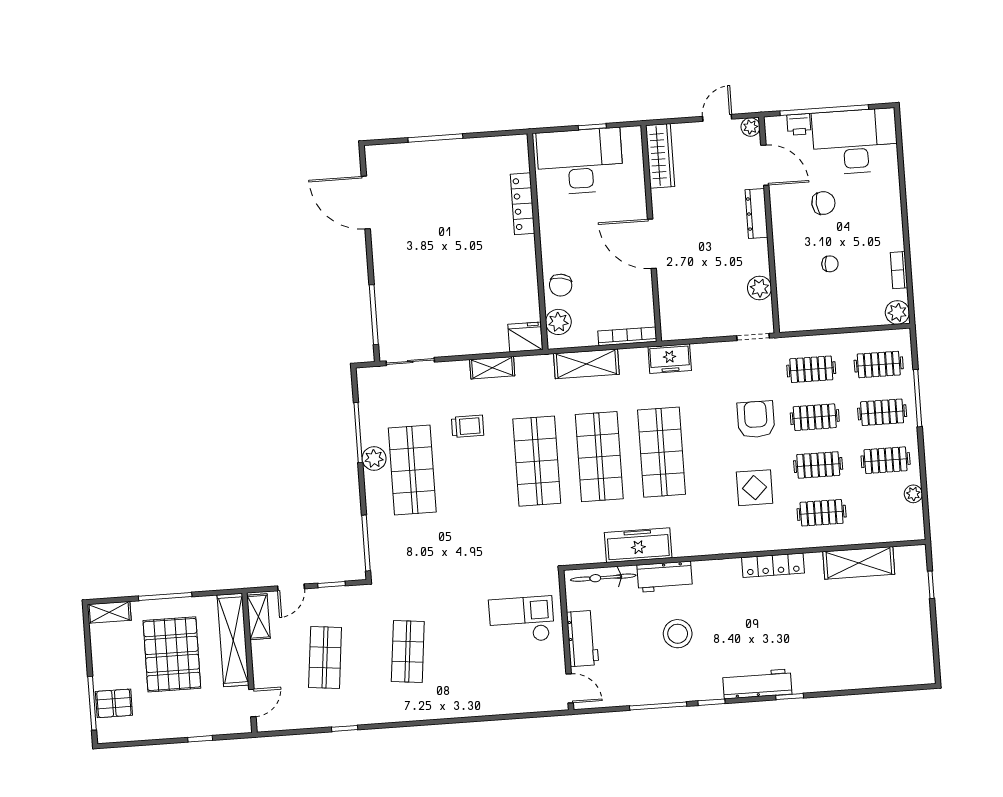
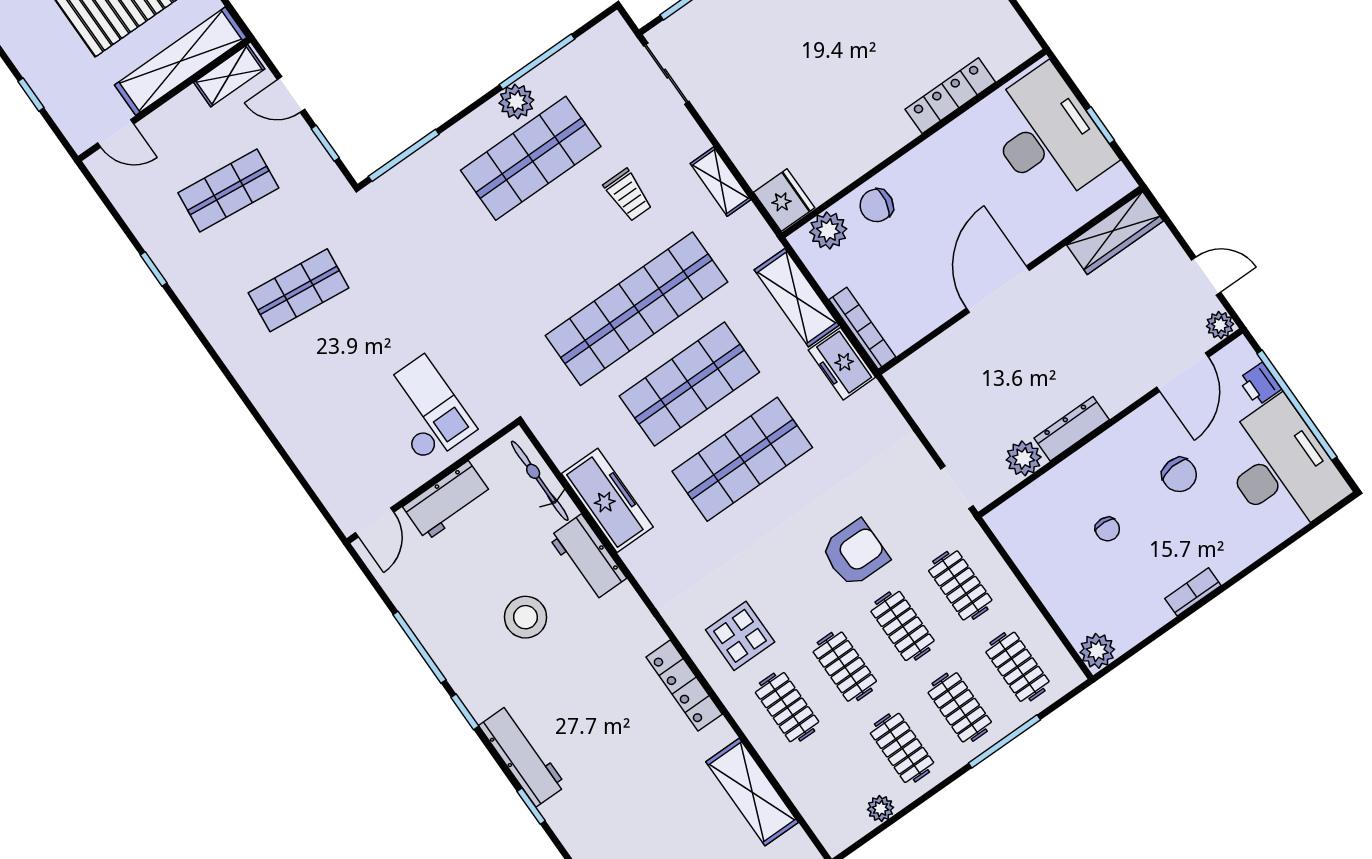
dresser: (756, 214) -> (1072, 429), moved
bookcase: (899, 270) -> (1193, 592), moved
freezer: (670, 359) -> (842, 364), moved
shop shelf: (537, 461) -> (637, 309), width x1.40
display table: (755, 488) -> (740, 636), moved

